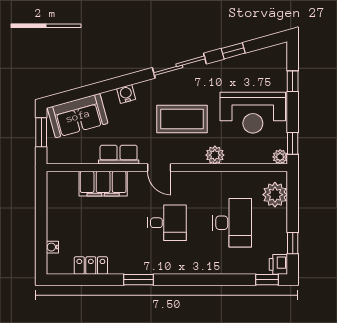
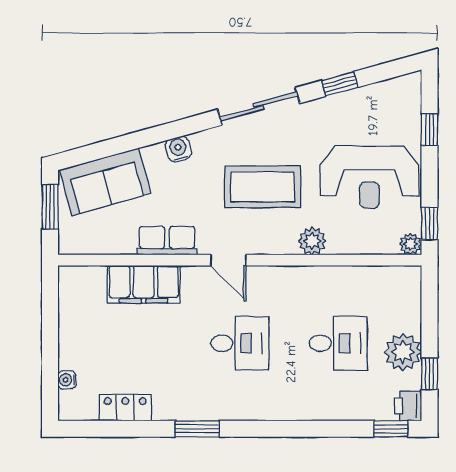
plant: (275, 195) -> (403, 352), moved
desk: (232, 223) -> (338, 343), width x0.73

